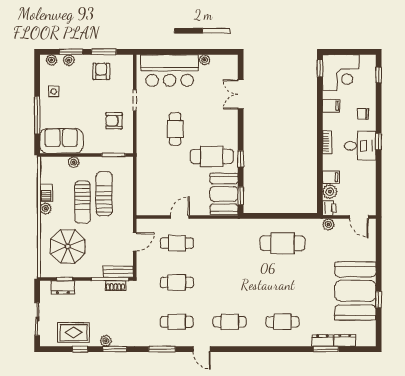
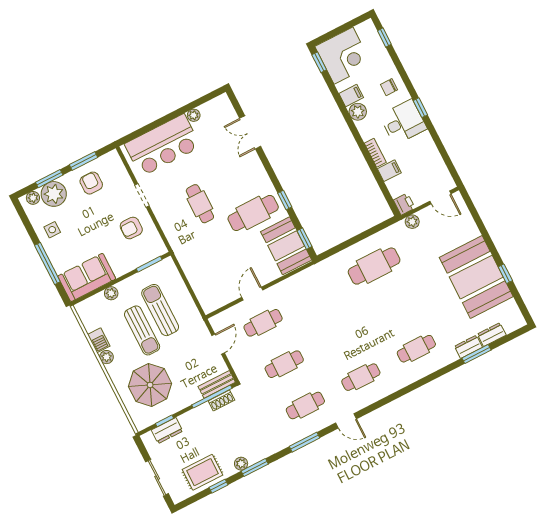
plant: (69, 60) -> (54, 194), width x1.88, depth x1.88
bookcase: (327, 142) -> (375, 153), moved
plant: (330, 192) -> (358, 112), moved

